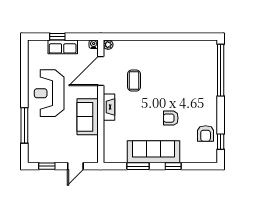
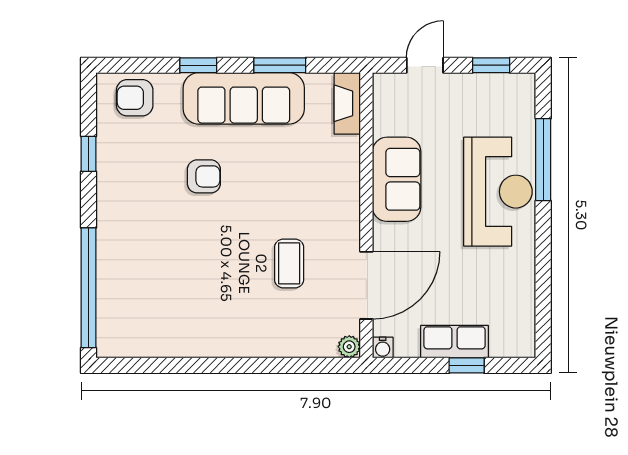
reception desk: (49, 93) -> (498, 192), moved
fireplace: (109, 107) -> (347, 103), moved
armchair: (206, 133) -> (135, 98), moved, turned -90
window: (221, 142) -> (88, 154), moved

